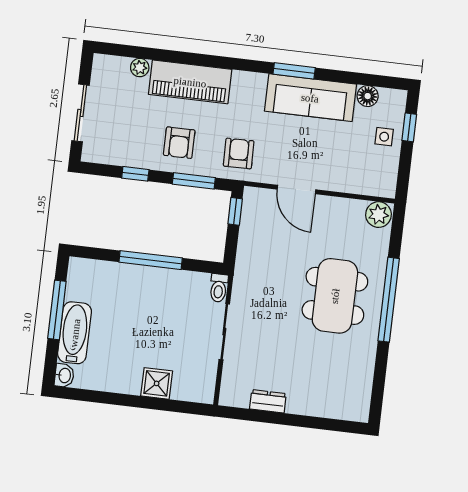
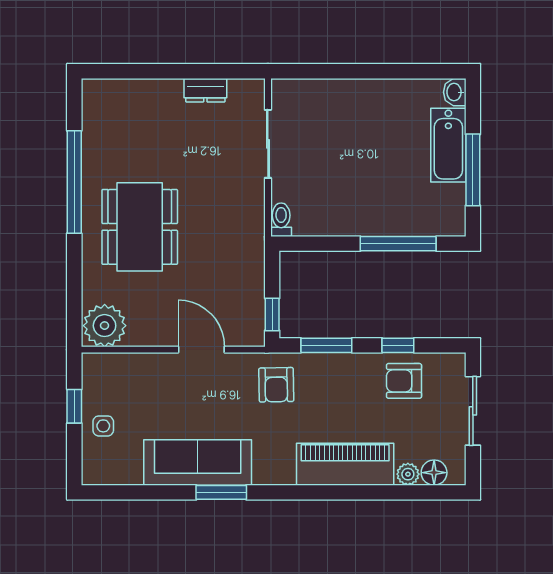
floor lamp: (368, 96) -> (434, 473), moved
window: (409, 127) -> (74, 406), moved
armchair: (179, 143) -> (404, 381), moved, turned -90
plant: (378, 215) -> (105, 326), width x1.36, depth x1.36
window: (151, 260) -> (398, 244), moved
window: (389, 300) -> (74, 182), moved
sliding door: (224, 332) -> (268, 144), moved
shower: (157, 383) -> (342, 96), removed

